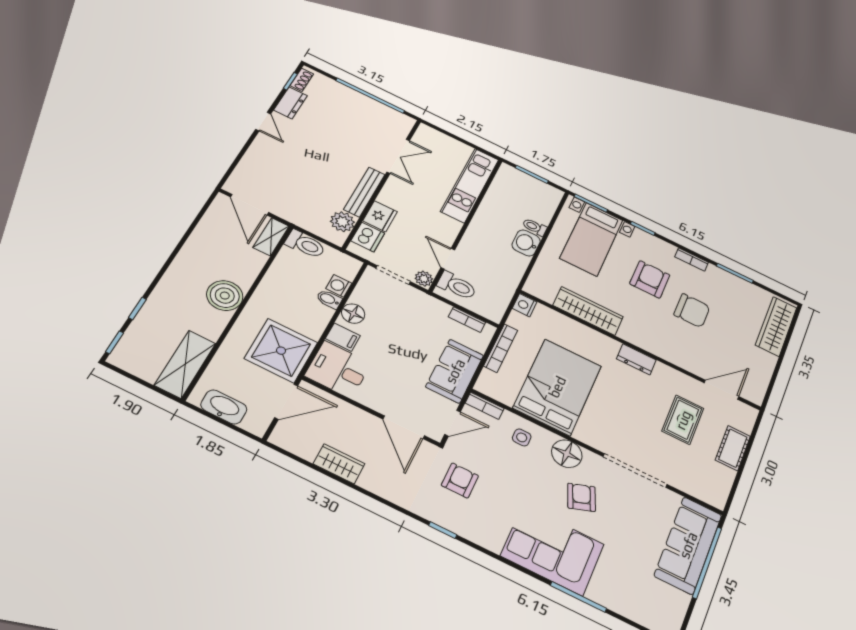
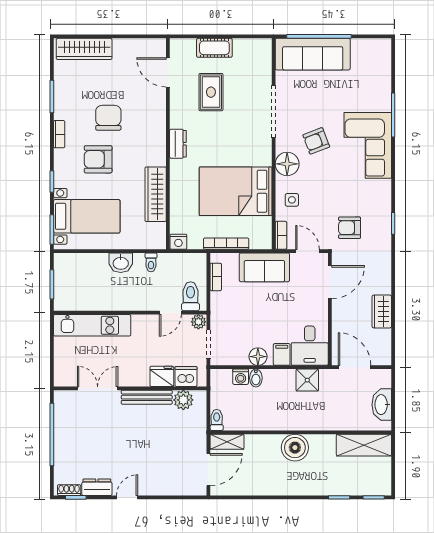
toilet: (535, 227) -> (151, 262), moved
toilet: (305, 244) -> (217, 420), width x0.73, depth x0.72
shower: (281, 351) -> (307, 380), width x0.54, depth x0.54
rug: (683, 420) -> (211, 92), turned 90

